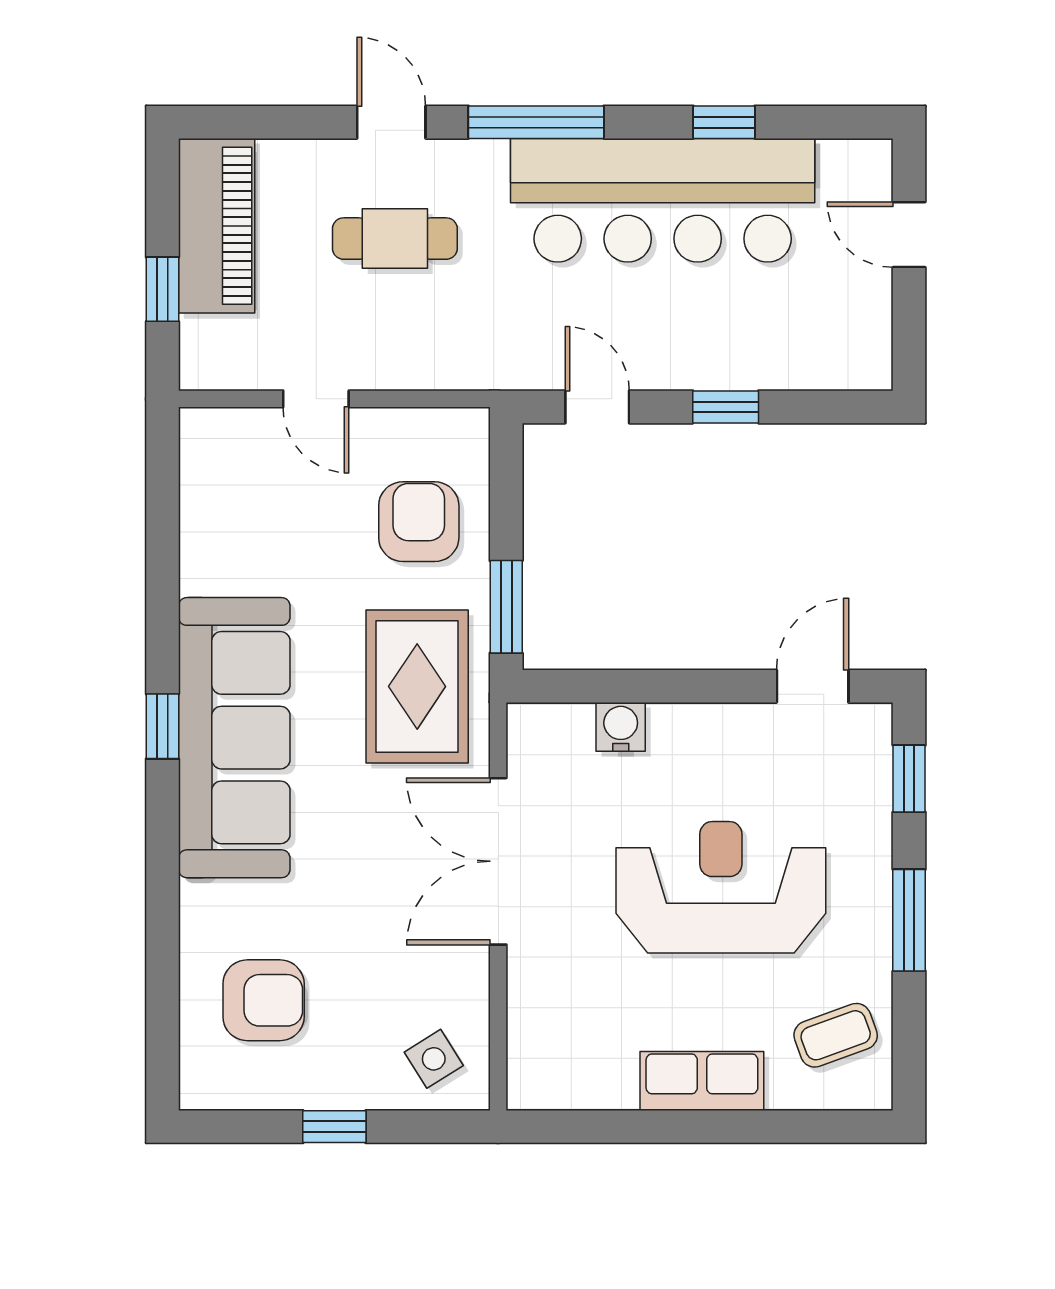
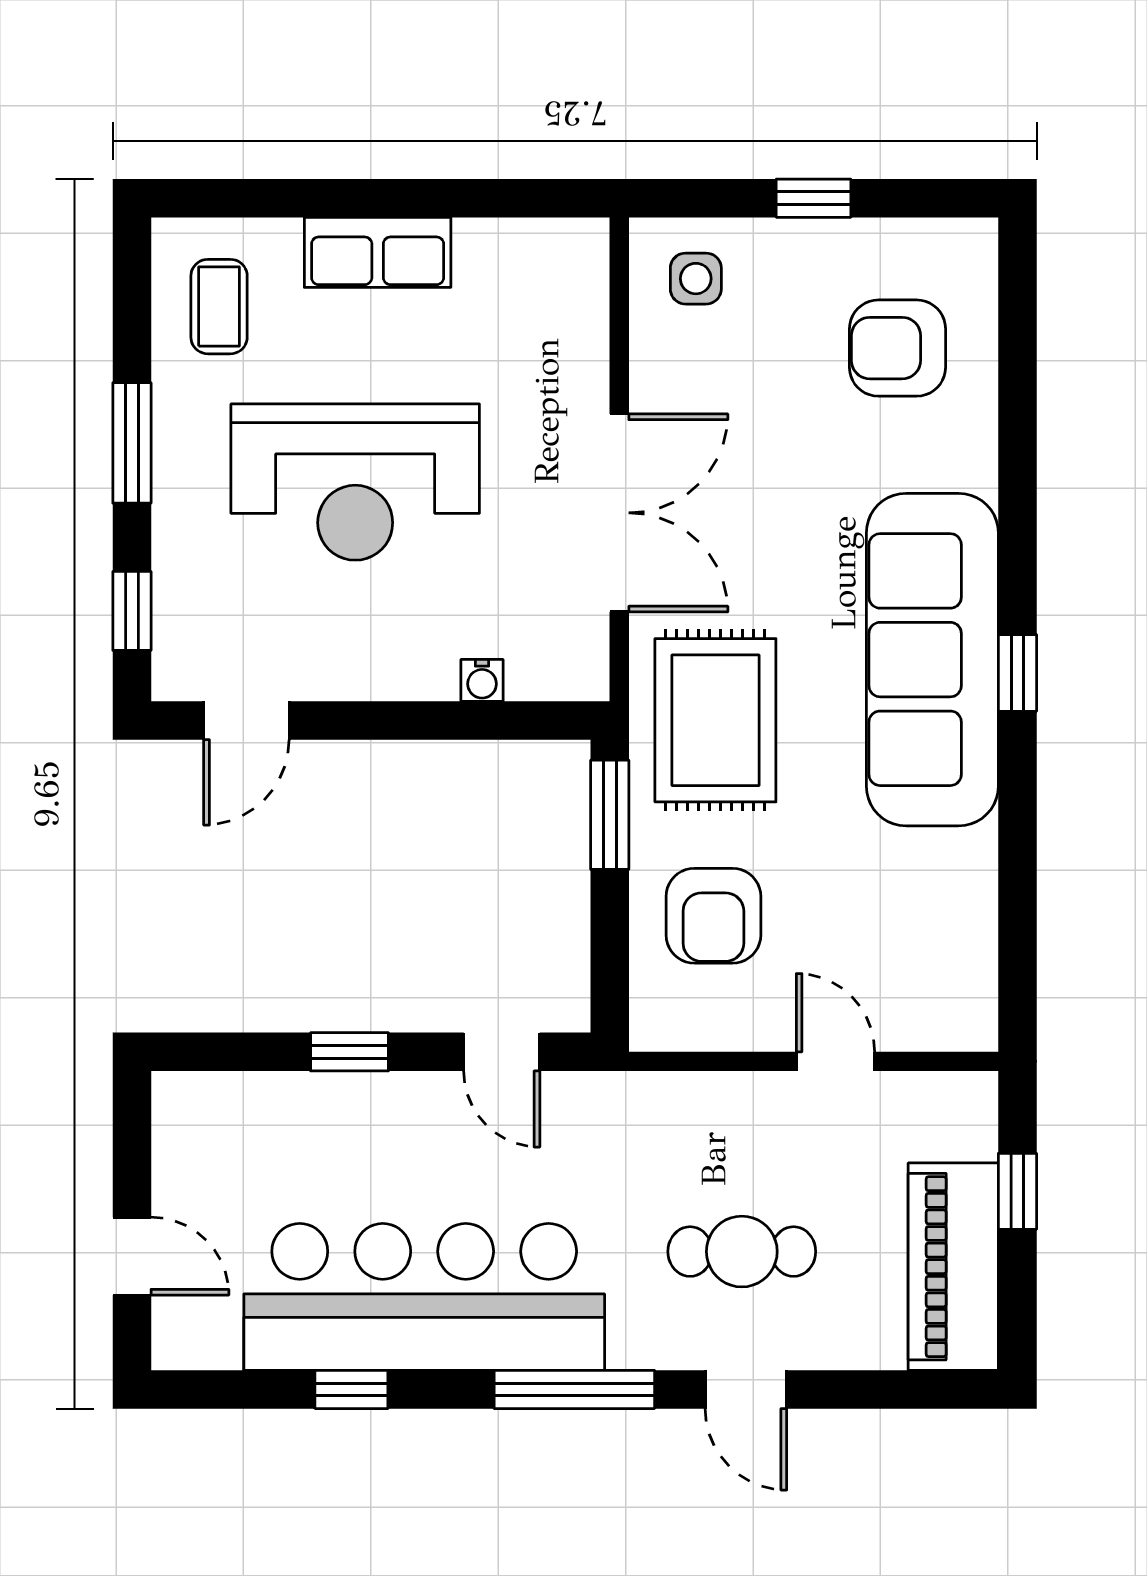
water cooler: (621, 727) -> (482, 680), width x0.72, depth x0.72
coffee table: (836, 1035) -> (219, 307), turned -70
side table: (434, 1059) -> (696, 279), turned 32

